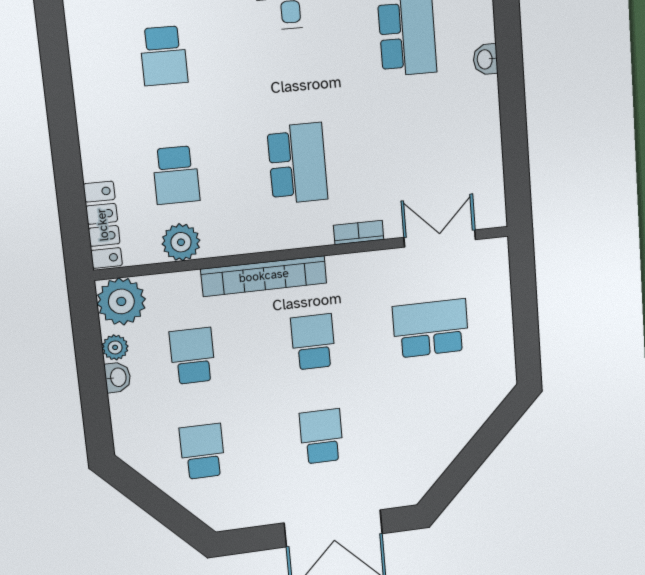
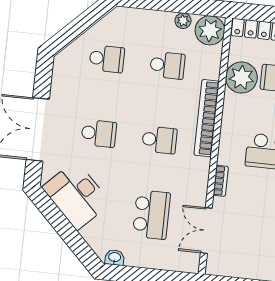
double door: (440, 238) -> (206, 230), swing flipped
plant: (181, 242) -> (241, 78), width x1.36, depth x1.36
washbasin: (118, 377) -> (115, 257), moved, turned 180
desk: (422, 448) -> (76, 195), added

